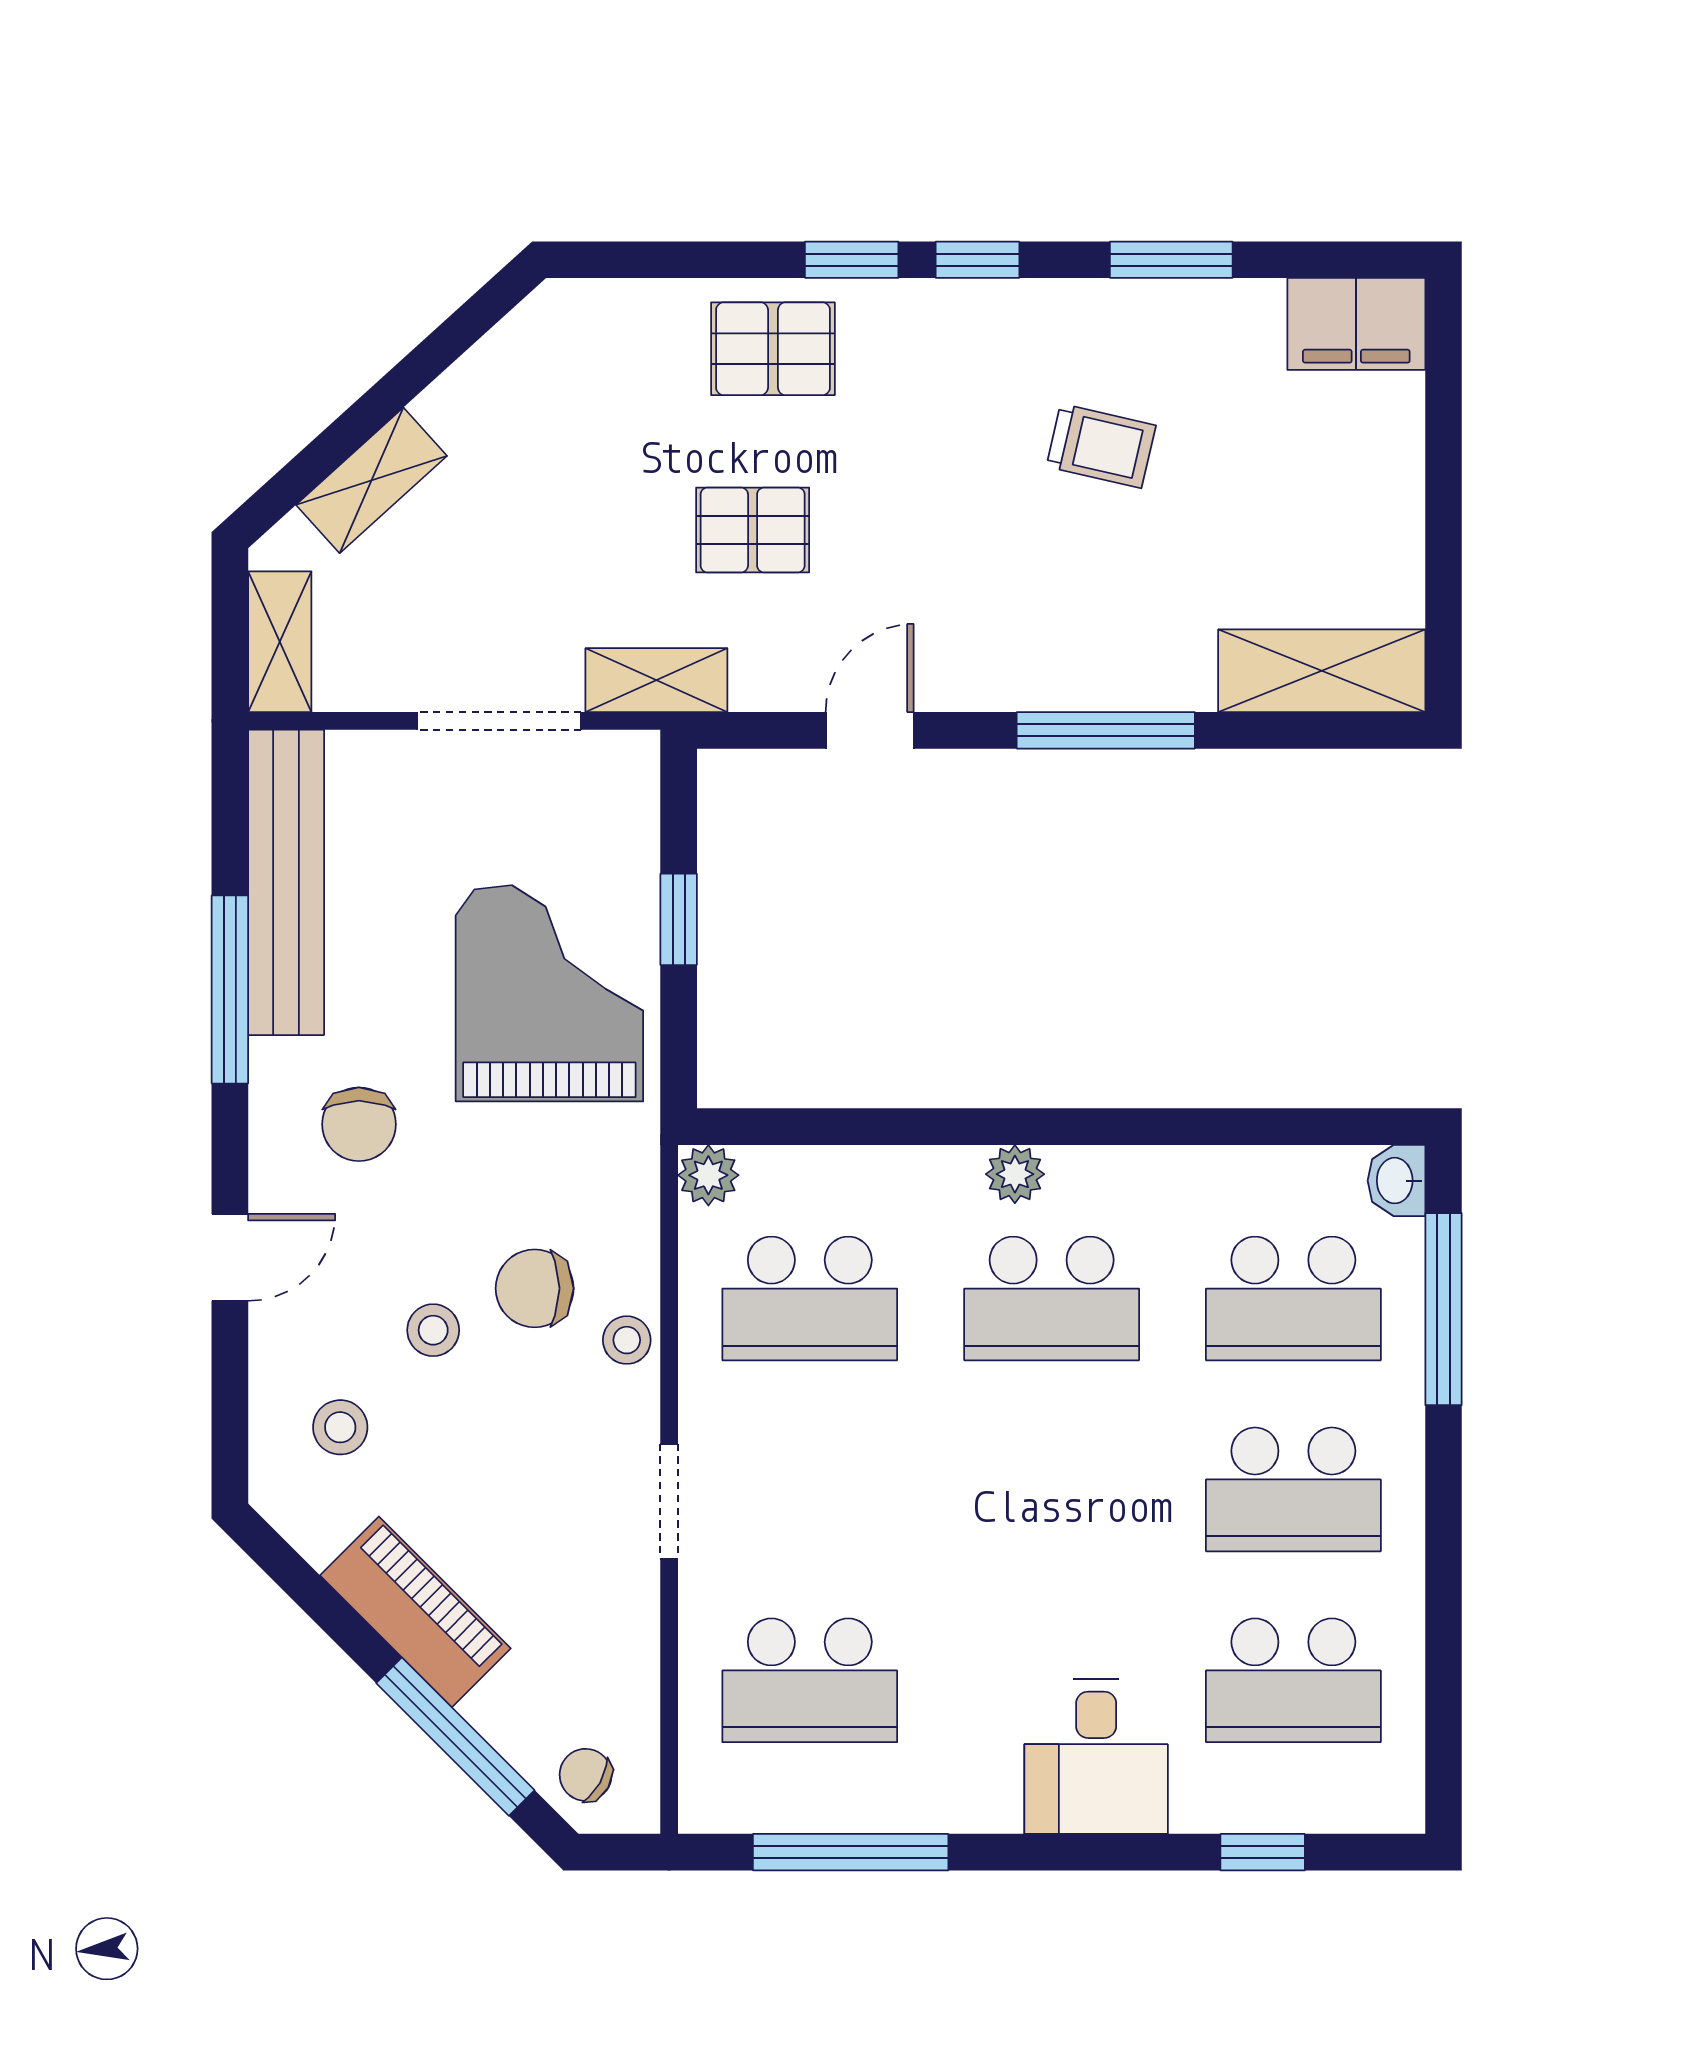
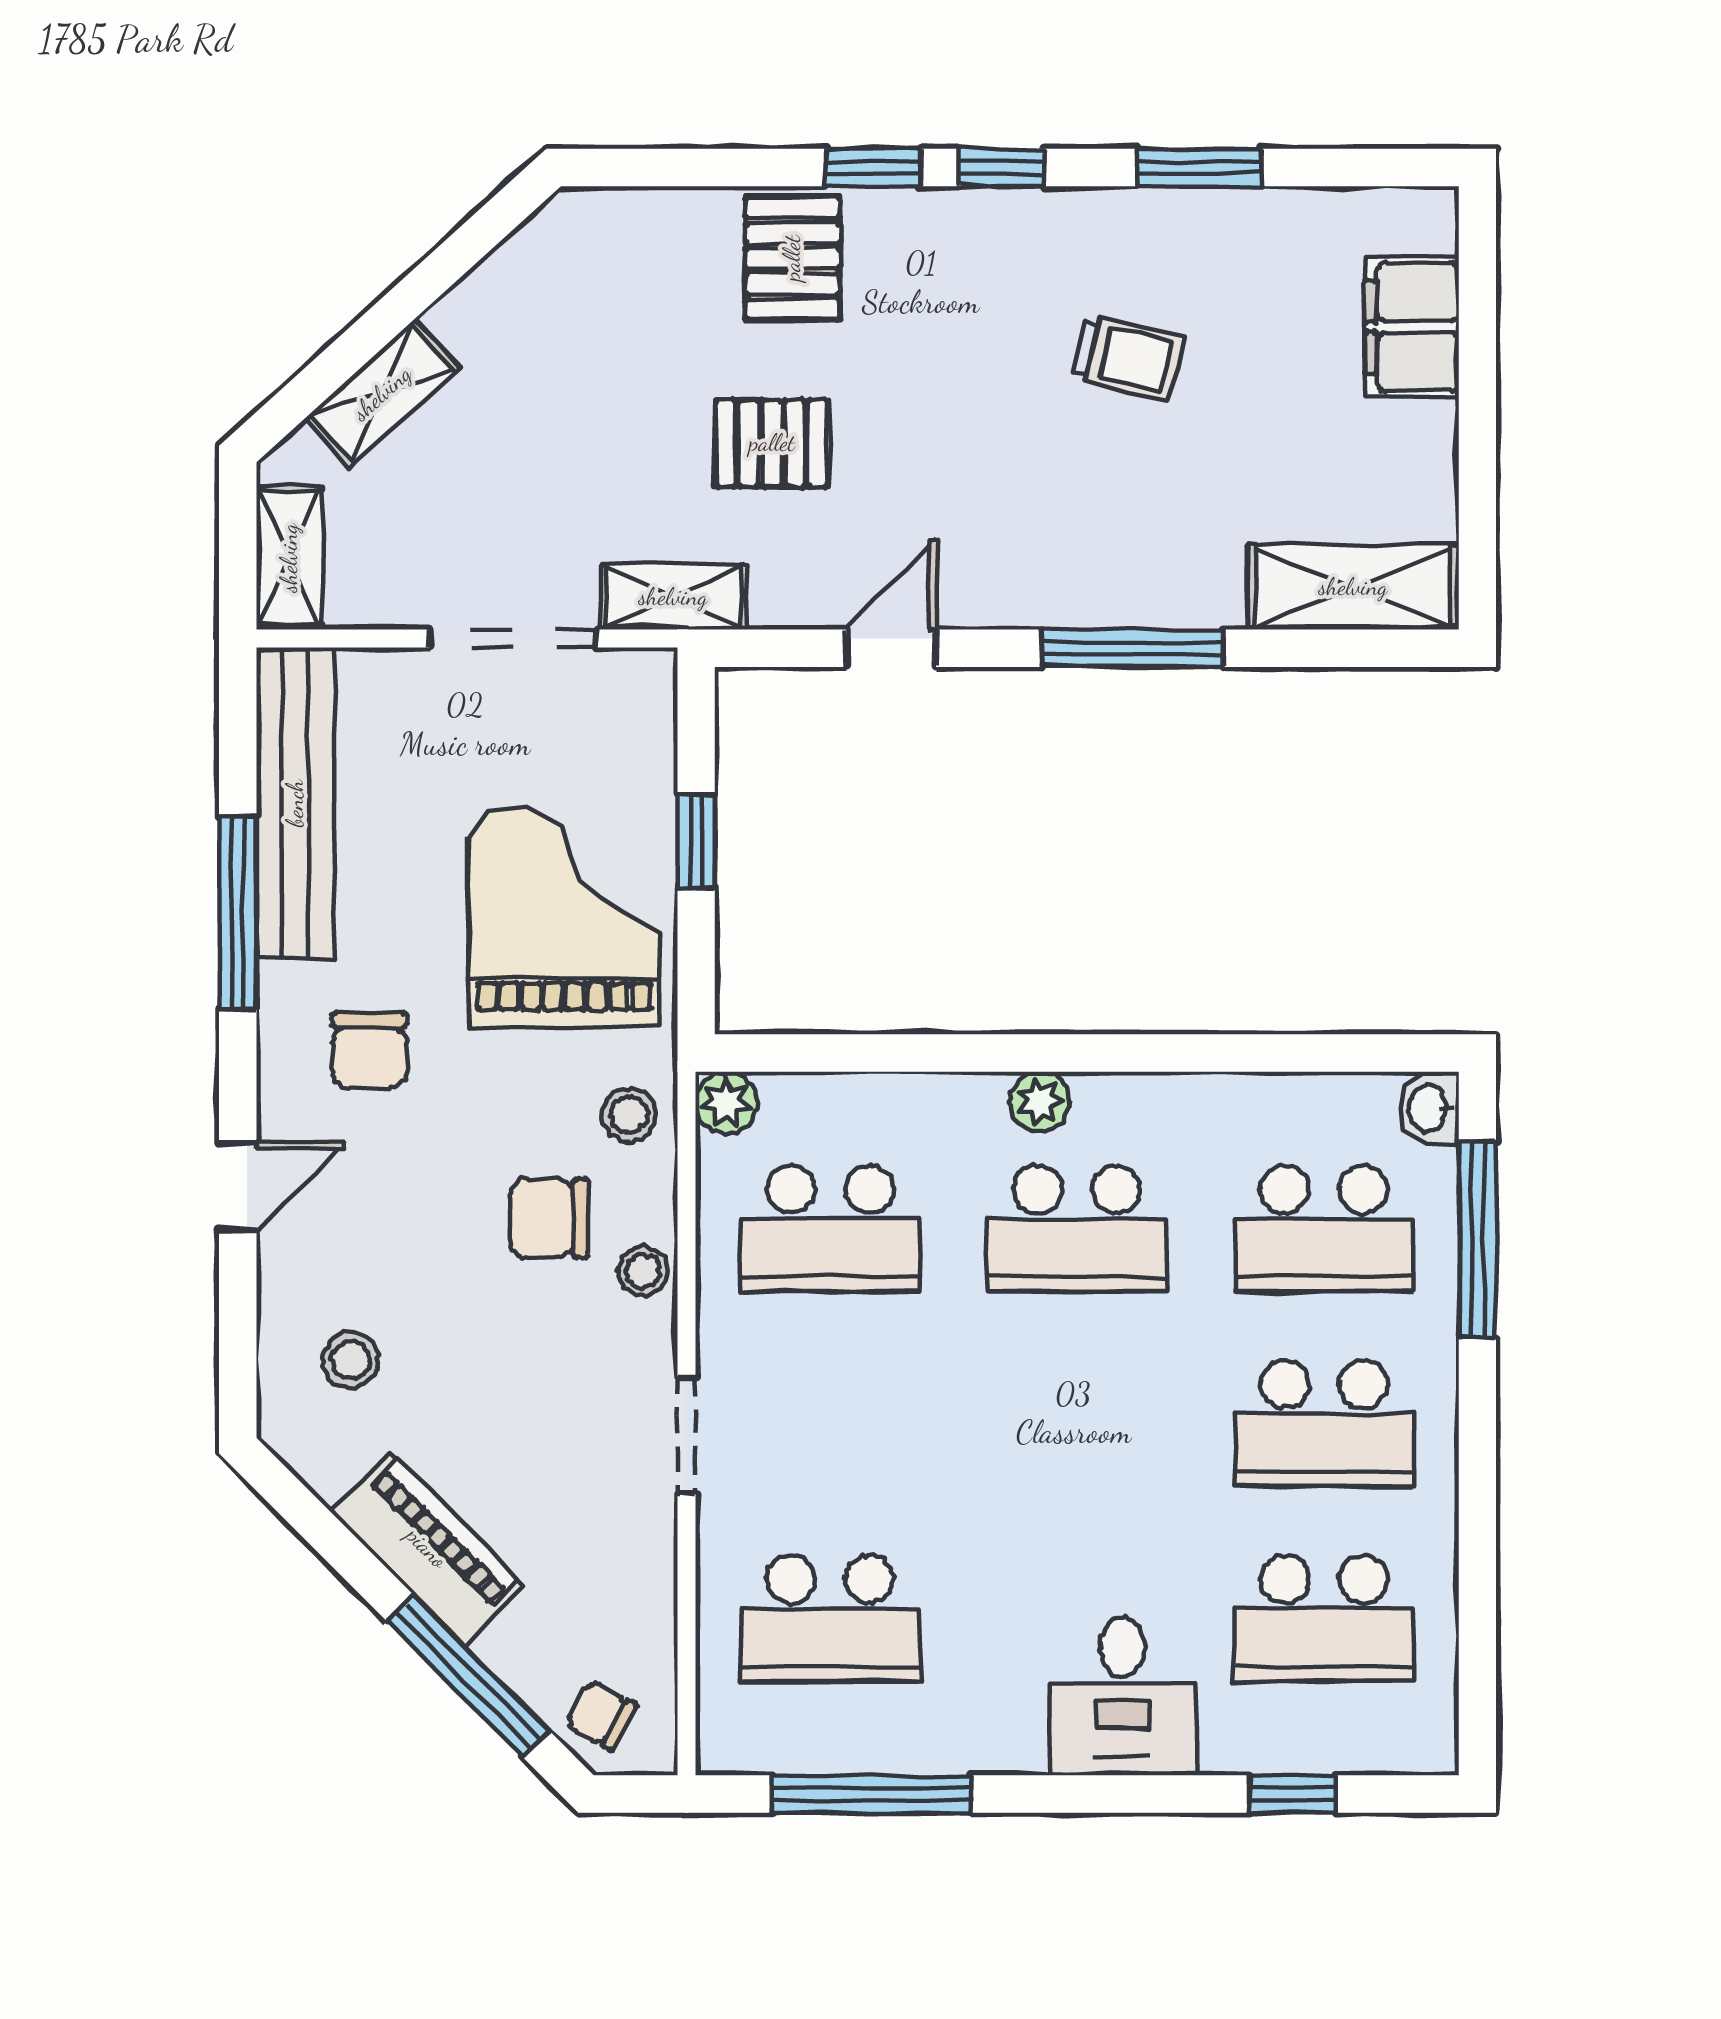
filing cabinet: (1356, 324) -> (1412, 327), moved, turned 90
pallet: (773, 349) -> (792, 258), turned 90
stool: (433, 1330) -> (629, 1115), moved

